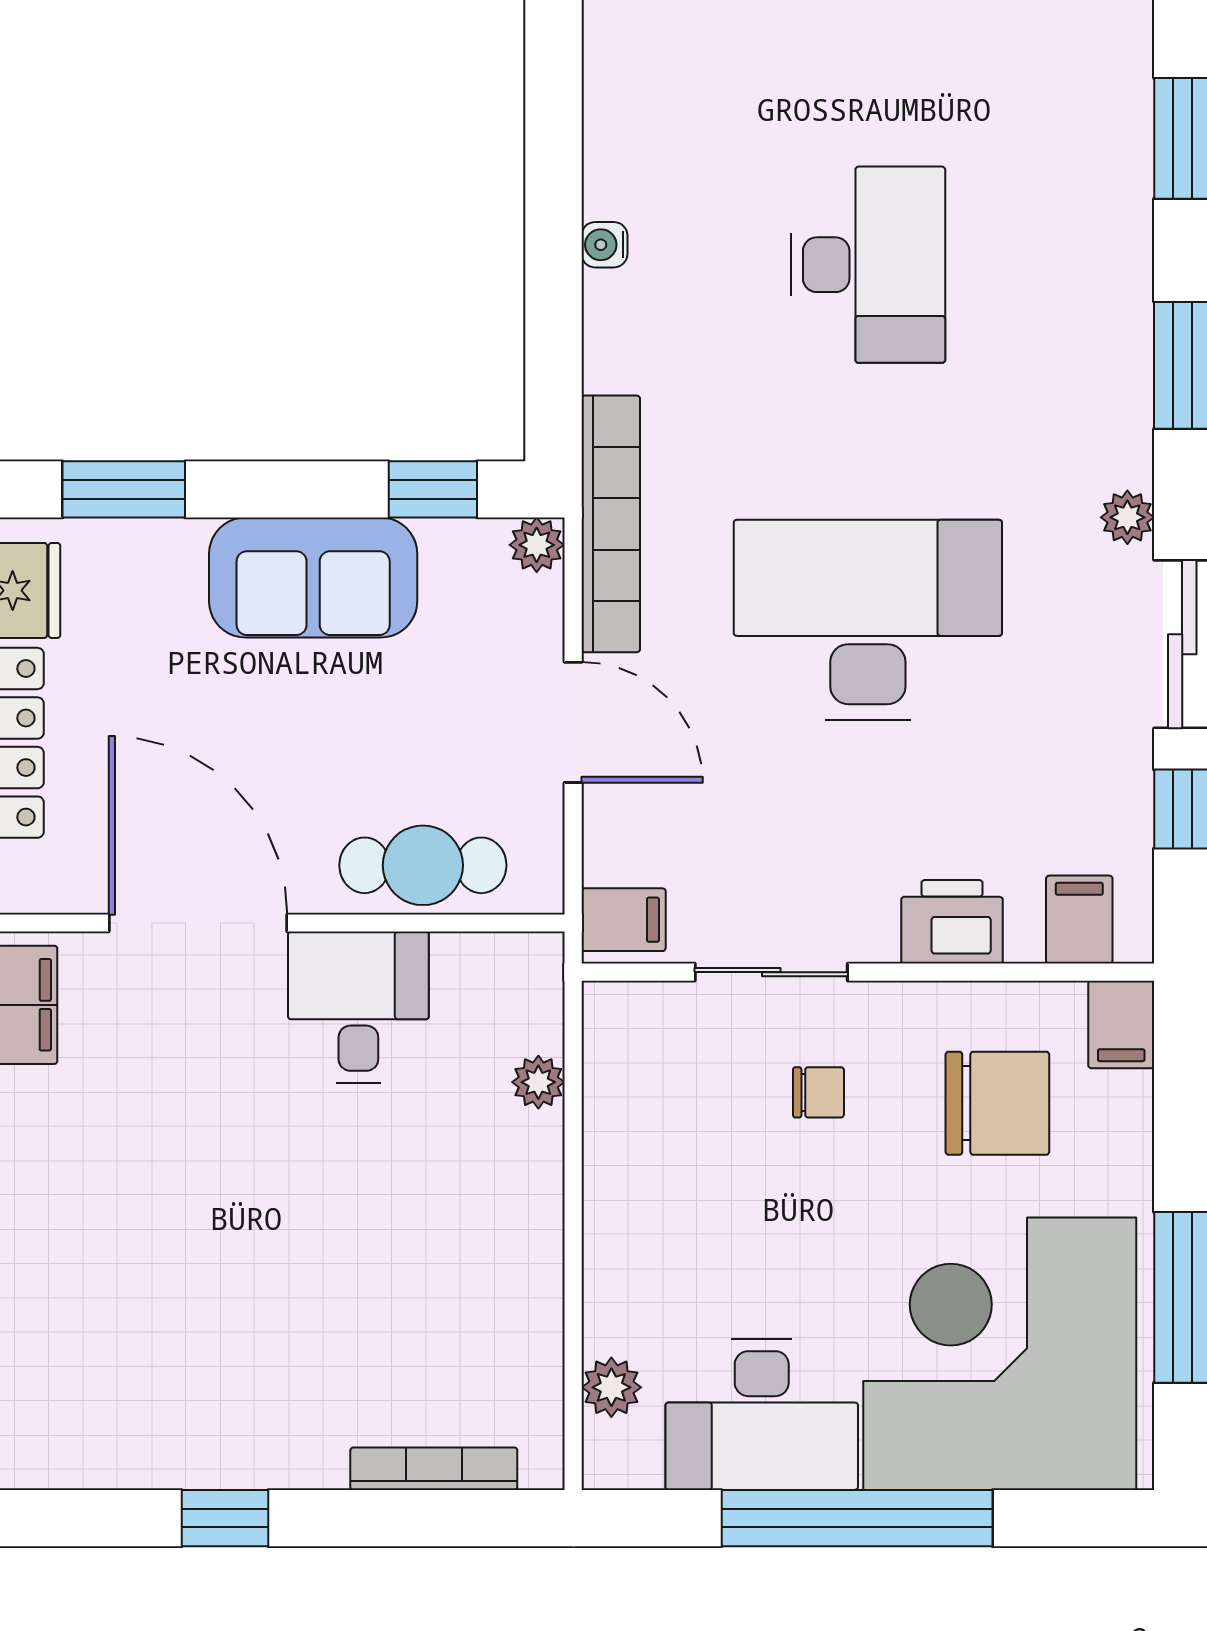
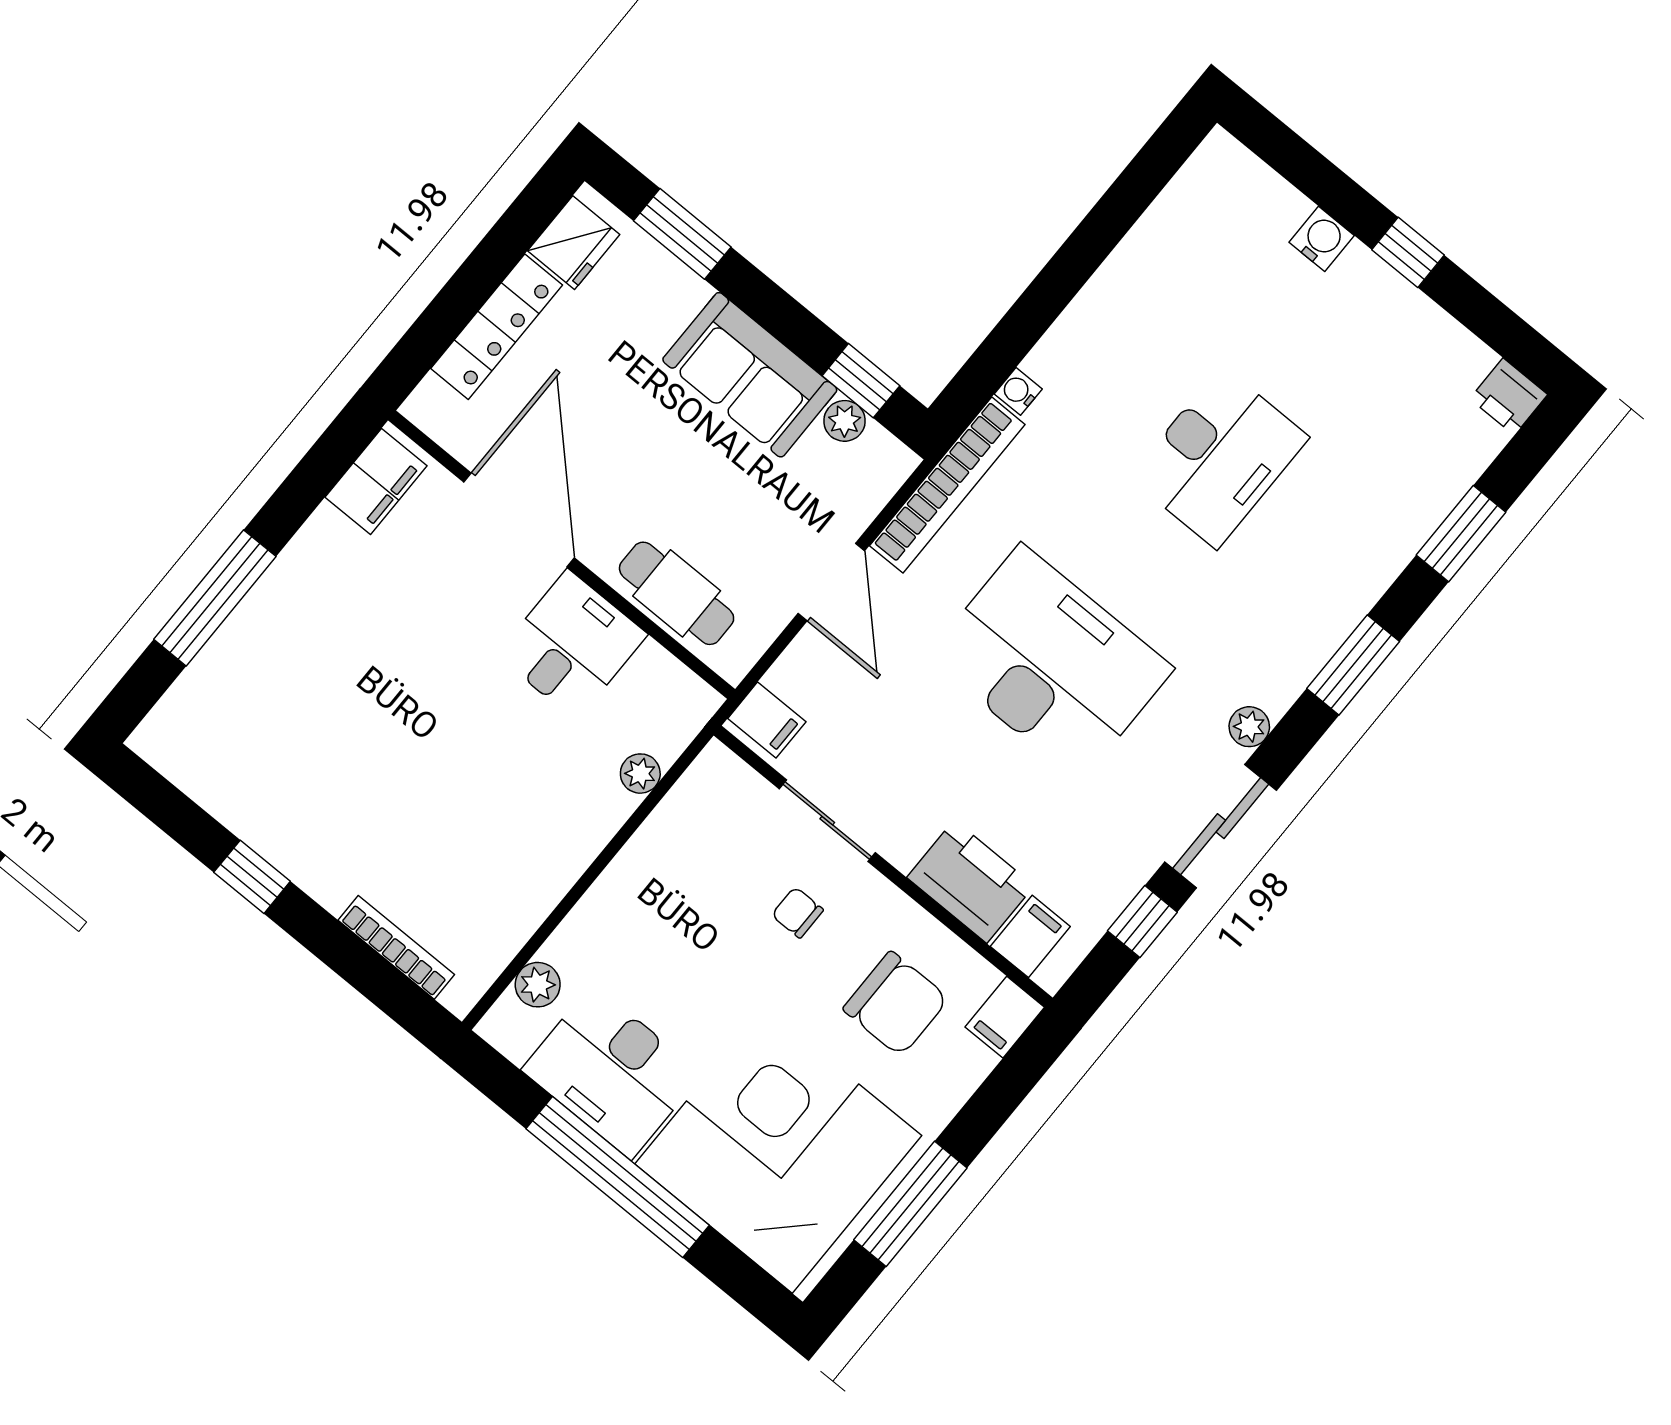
water cooler: (604, 245) -> (1018, 391), moved
plant: (537, 545) -> (844, 421), moved
printer: (952, 922) -> (970, 882), width x1.37, depth x1.19
chair: (818, 1092) -> (797, 913), turned 180

